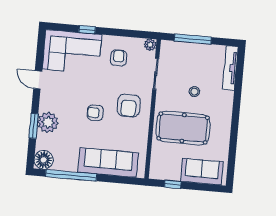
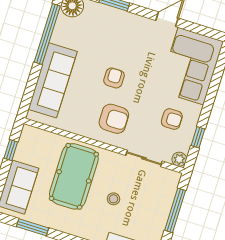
window: (87, 30) -> (198, 137), moved
armchair: (129, 106) -> (114, 119), turned 180
plant: (48, 122) -> (115, 20), removed
window: (232, 153) -> (32, 227), added

